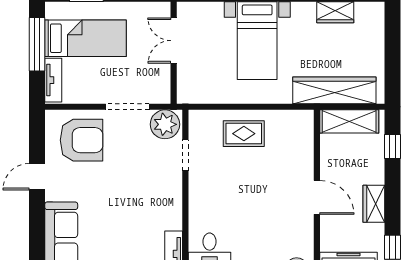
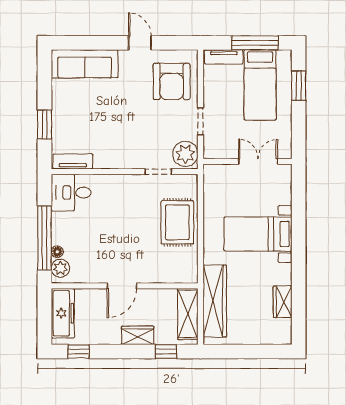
doorway: (127, 107) -> (201, 121), width x0.73
rug: (244, 134) -> (177, 222), width x1.36, depth x1.43
wardrobe: (374, 204) -> (138, 335), moved

